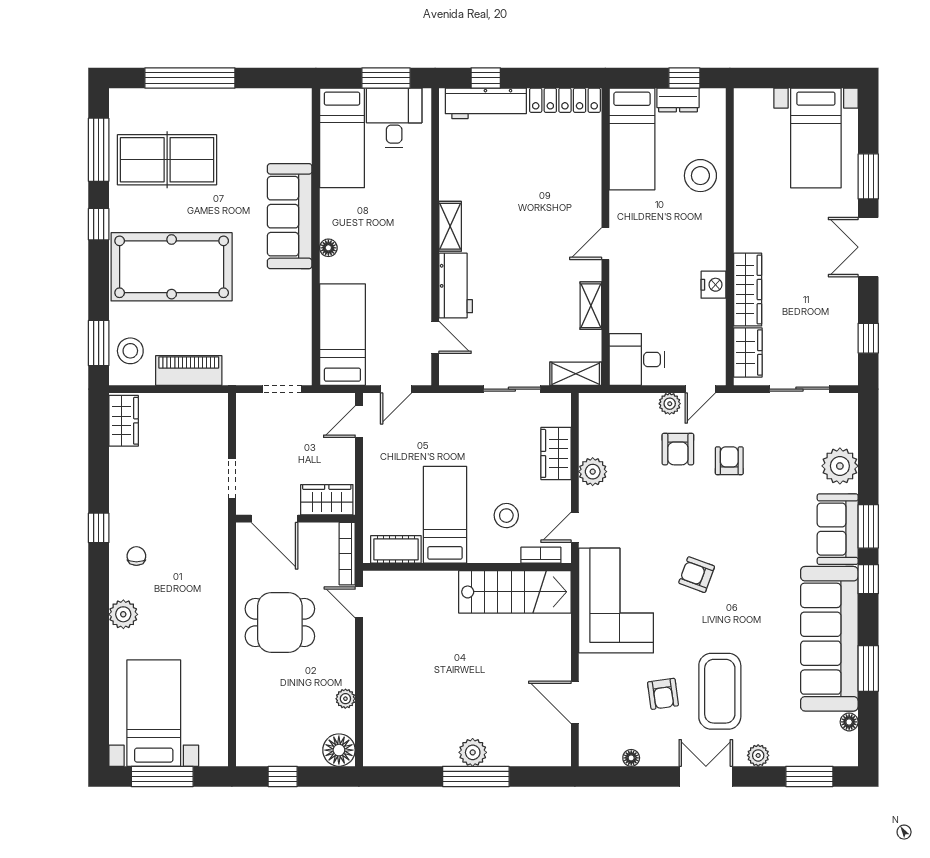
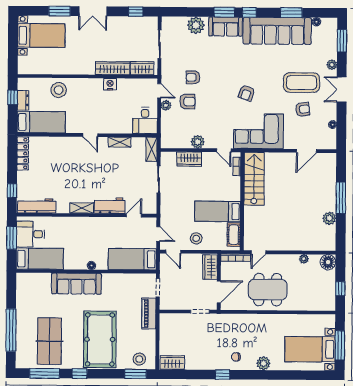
workbench: (486, 103) -> (37, 206), moved, turned -90
piano: (189, 370) -> (149, 313), moved
stool: (506, 516) -> (196, 238), moved
dining table: (280, 623) -> (268, 290), width x1.37
plant: (473, 752) -> (329, 218), moved

